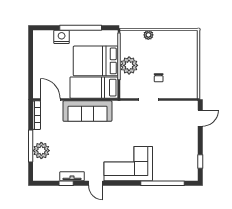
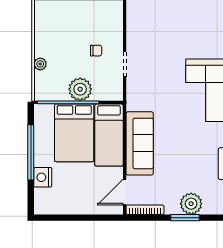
window: (31, 146) -> (185, 218), width x0.69

